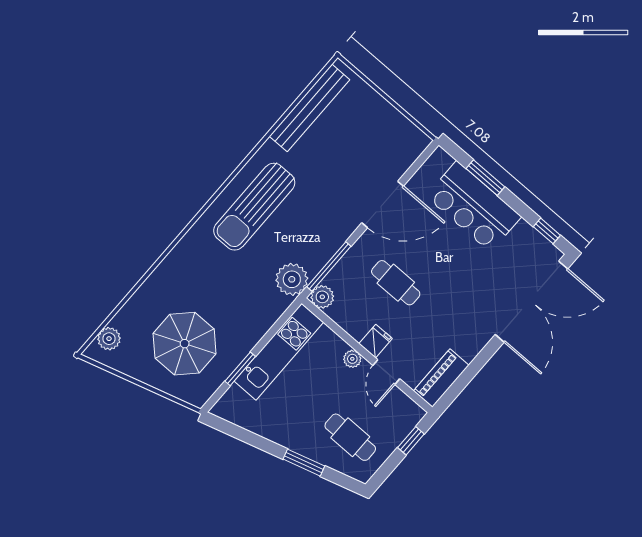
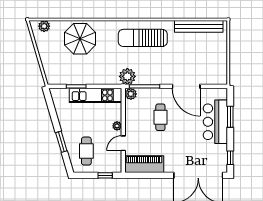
fridge: (376, 341) -> (131, 129), removed
parasol: (185, 344) -> (80, 39), moved
piano: (441, 378) -> (144, 164), width x1.37, depth x1.33

